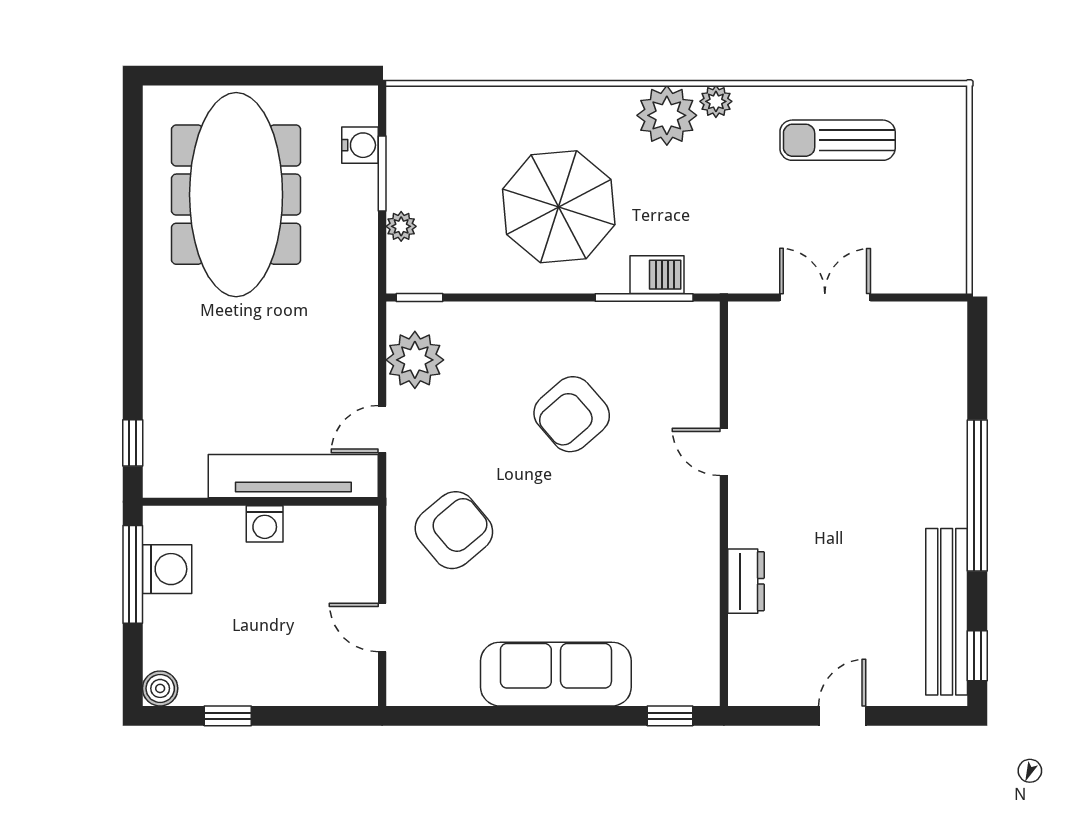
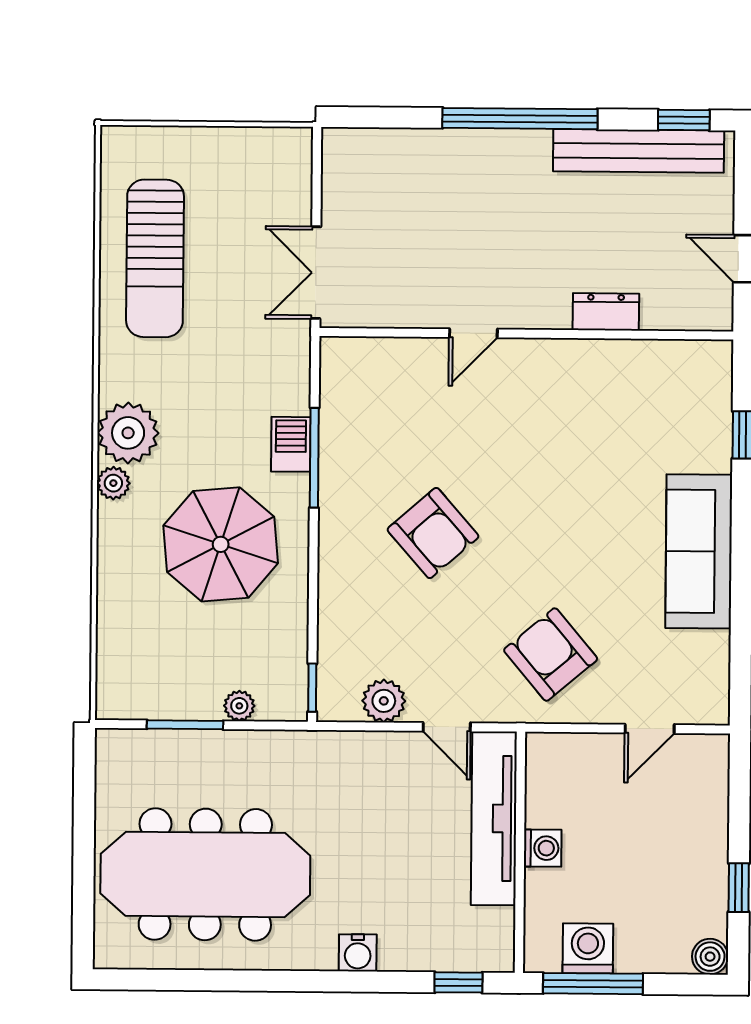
plant: (716, 101) -> (113, 483), moved
sun lounger: (838, 140) -> (155, 258), width x1.36, depth x1.34
water cooler: (360, 145) -> (358, 953), moved, turned 180
plant: (415, 360) -> (384, 701), width x0.73, depth x0.73
door: (724, 452) -> (473, 333), moved
wall: (724, 504) -> (526, 334), moved
dresser: (746, 581) -> (606, 312), moved

